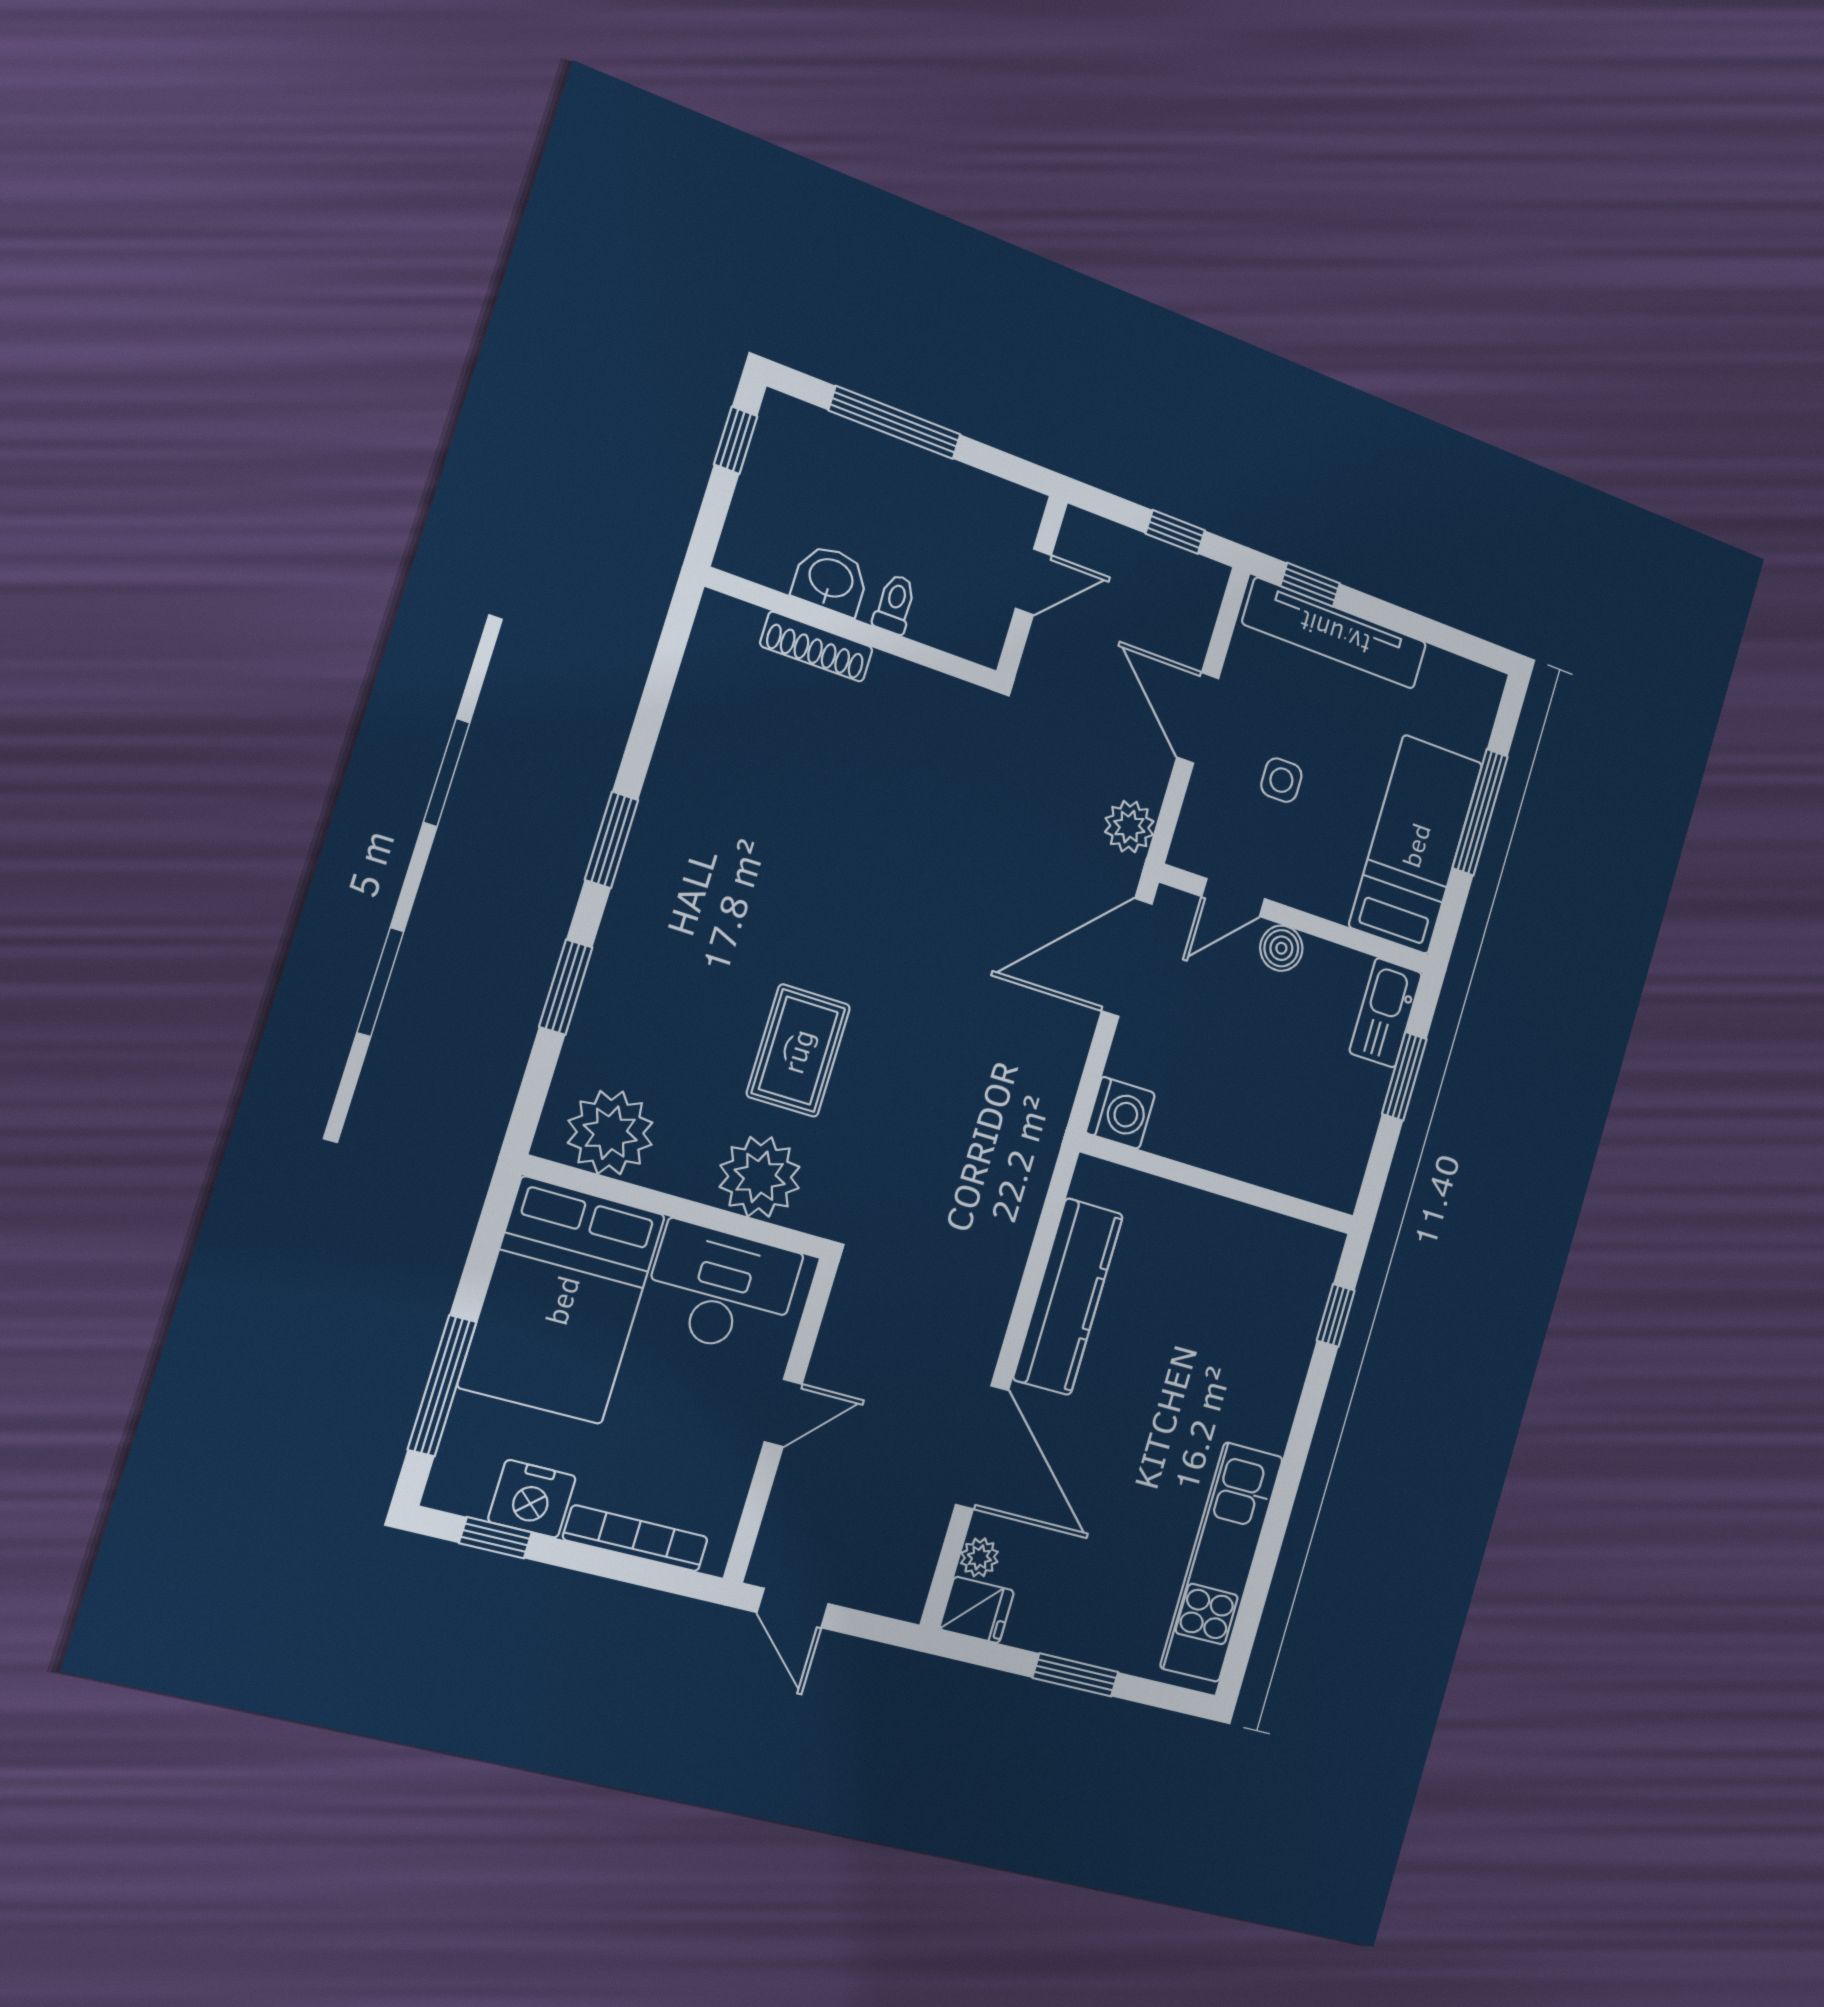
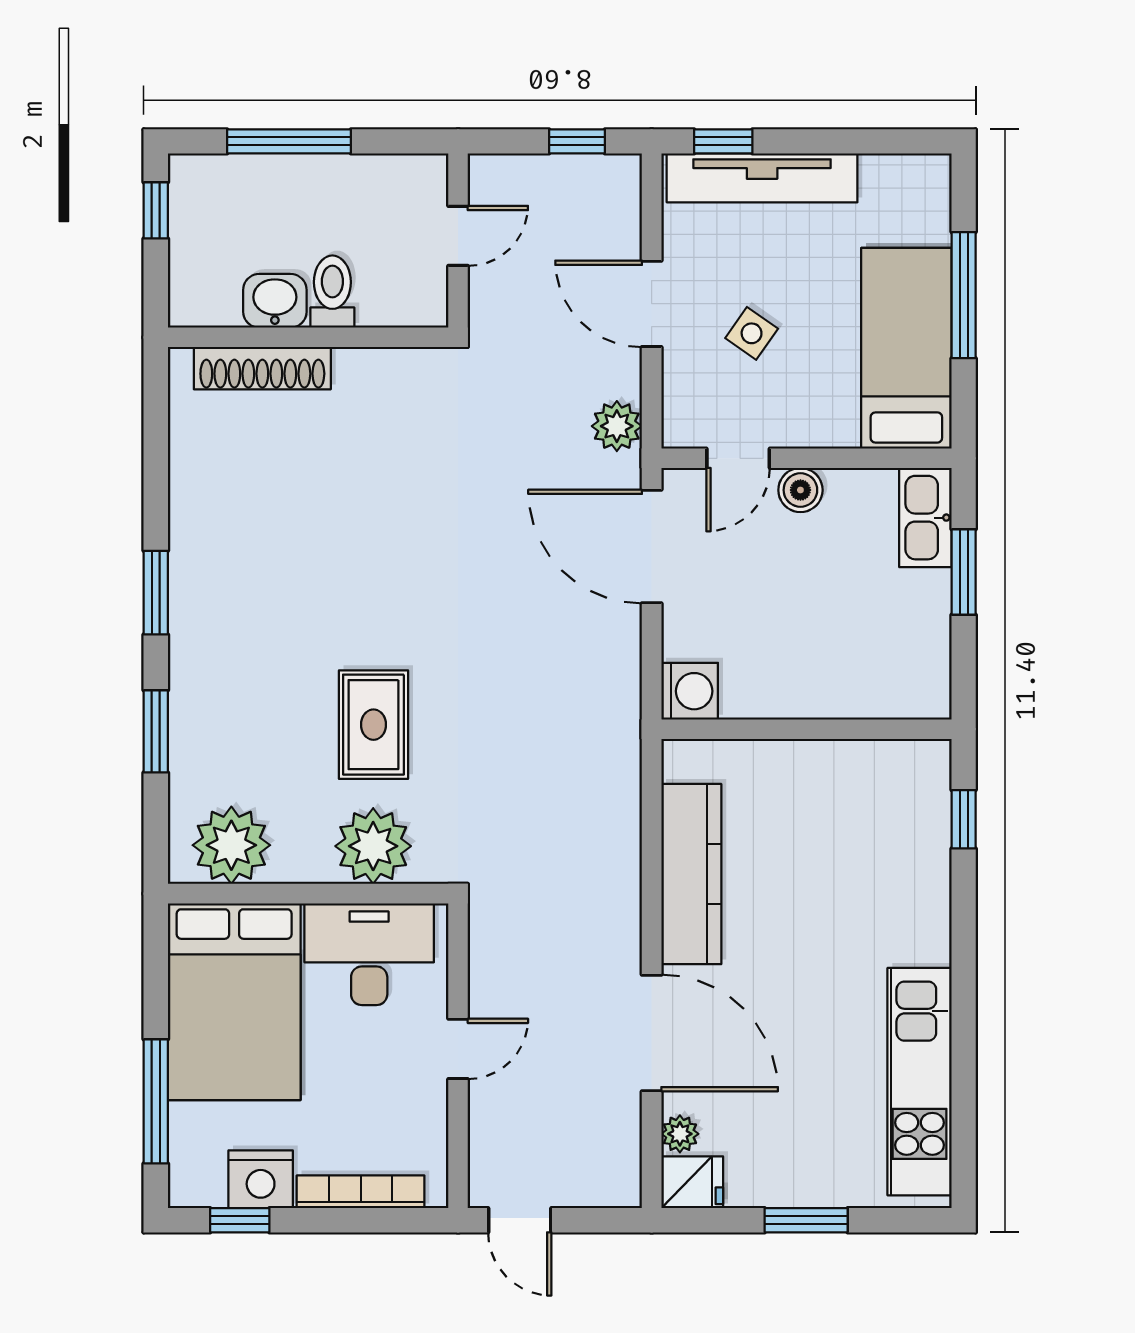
toilet: (895, 604) -> (332, 292), width x1.37, depth x1.39
shoe rack: (816, 647) -> (262, 368), width x1.36, depth x1.24
side table: (1281, 780) -> (752, 333), turned 35
door: (1127, 957) -> (652, 547), hinge flipped

